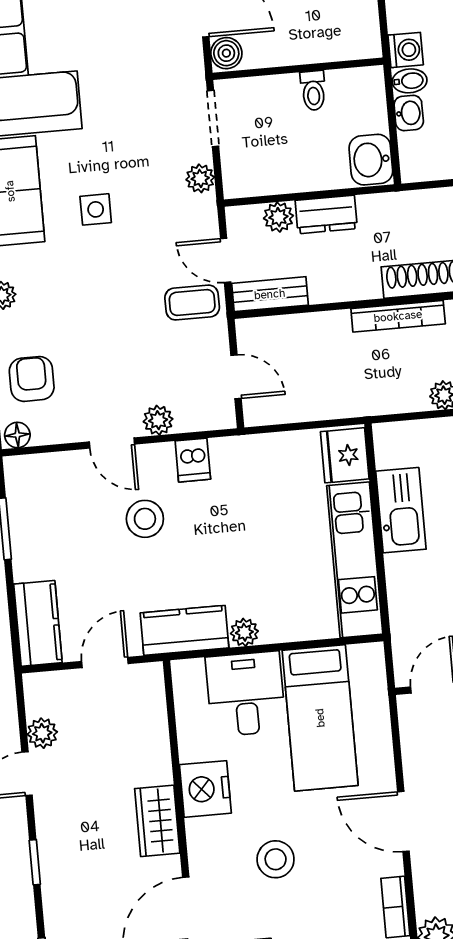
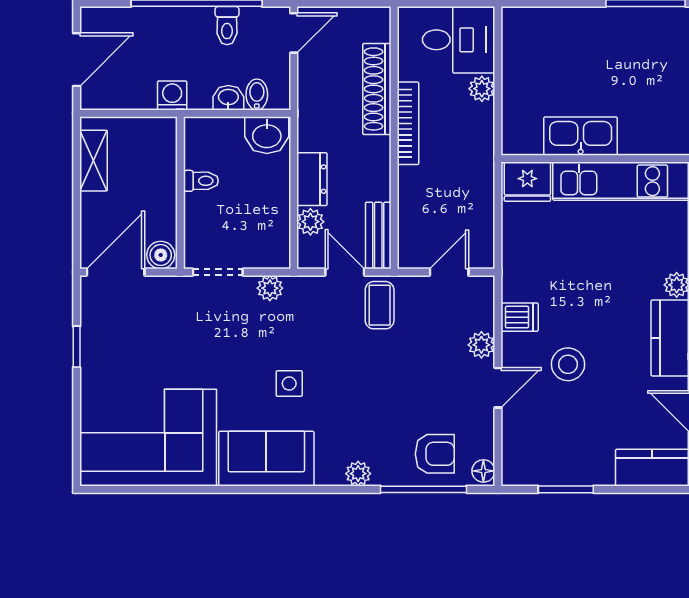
bidet: (410, 81) -> (257, 94), moved
door: (226, 260) -> (345, 272), swing flipped
armchair: (32, 379) -> (435, 454), turned 180

